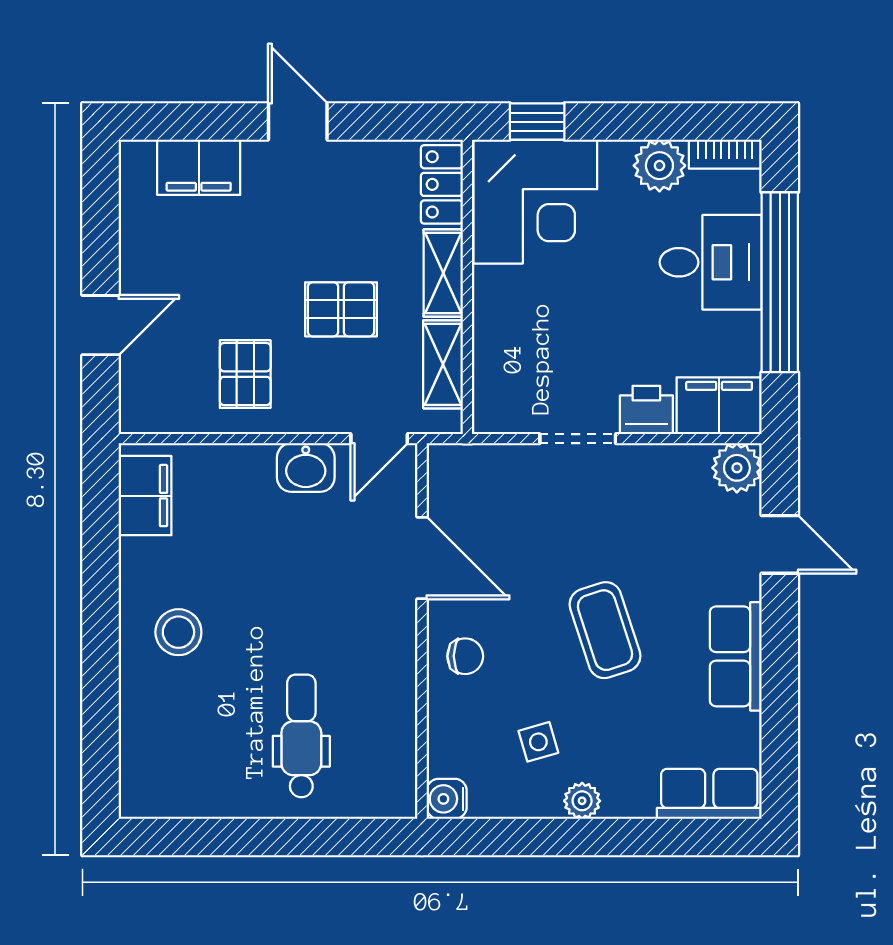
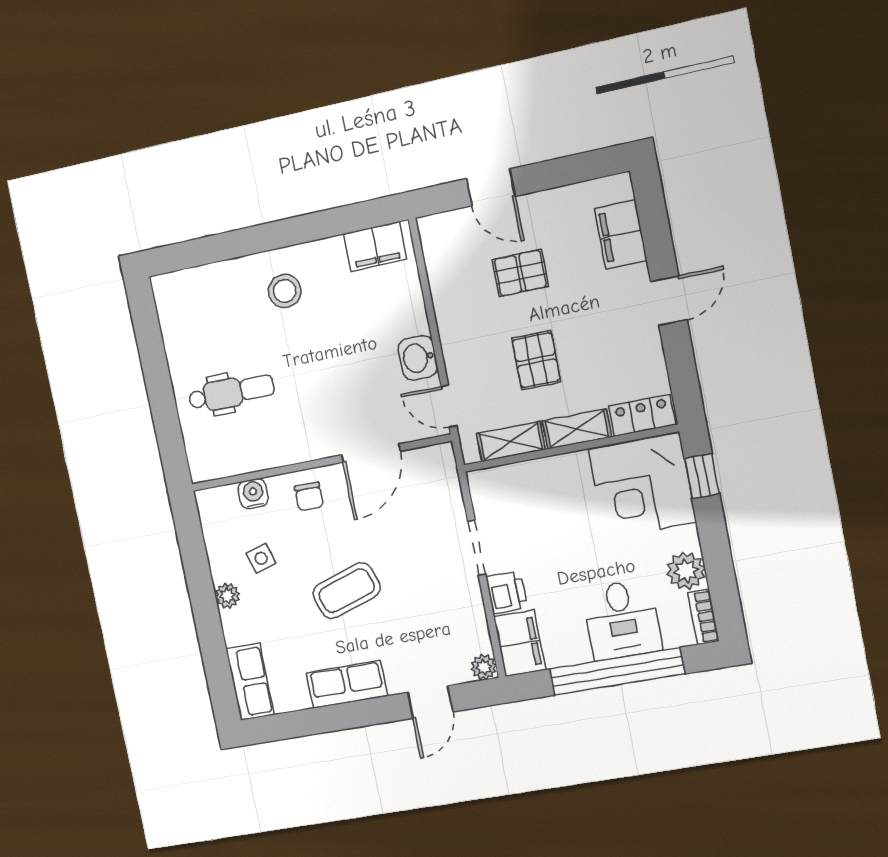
pallet: (245, 374) -> (520, 273), moved
plant: (737, 468) -> (484, 667), width x0.73, depth x0.73
water cooler: (447, 799) -> (253, 494), moved

